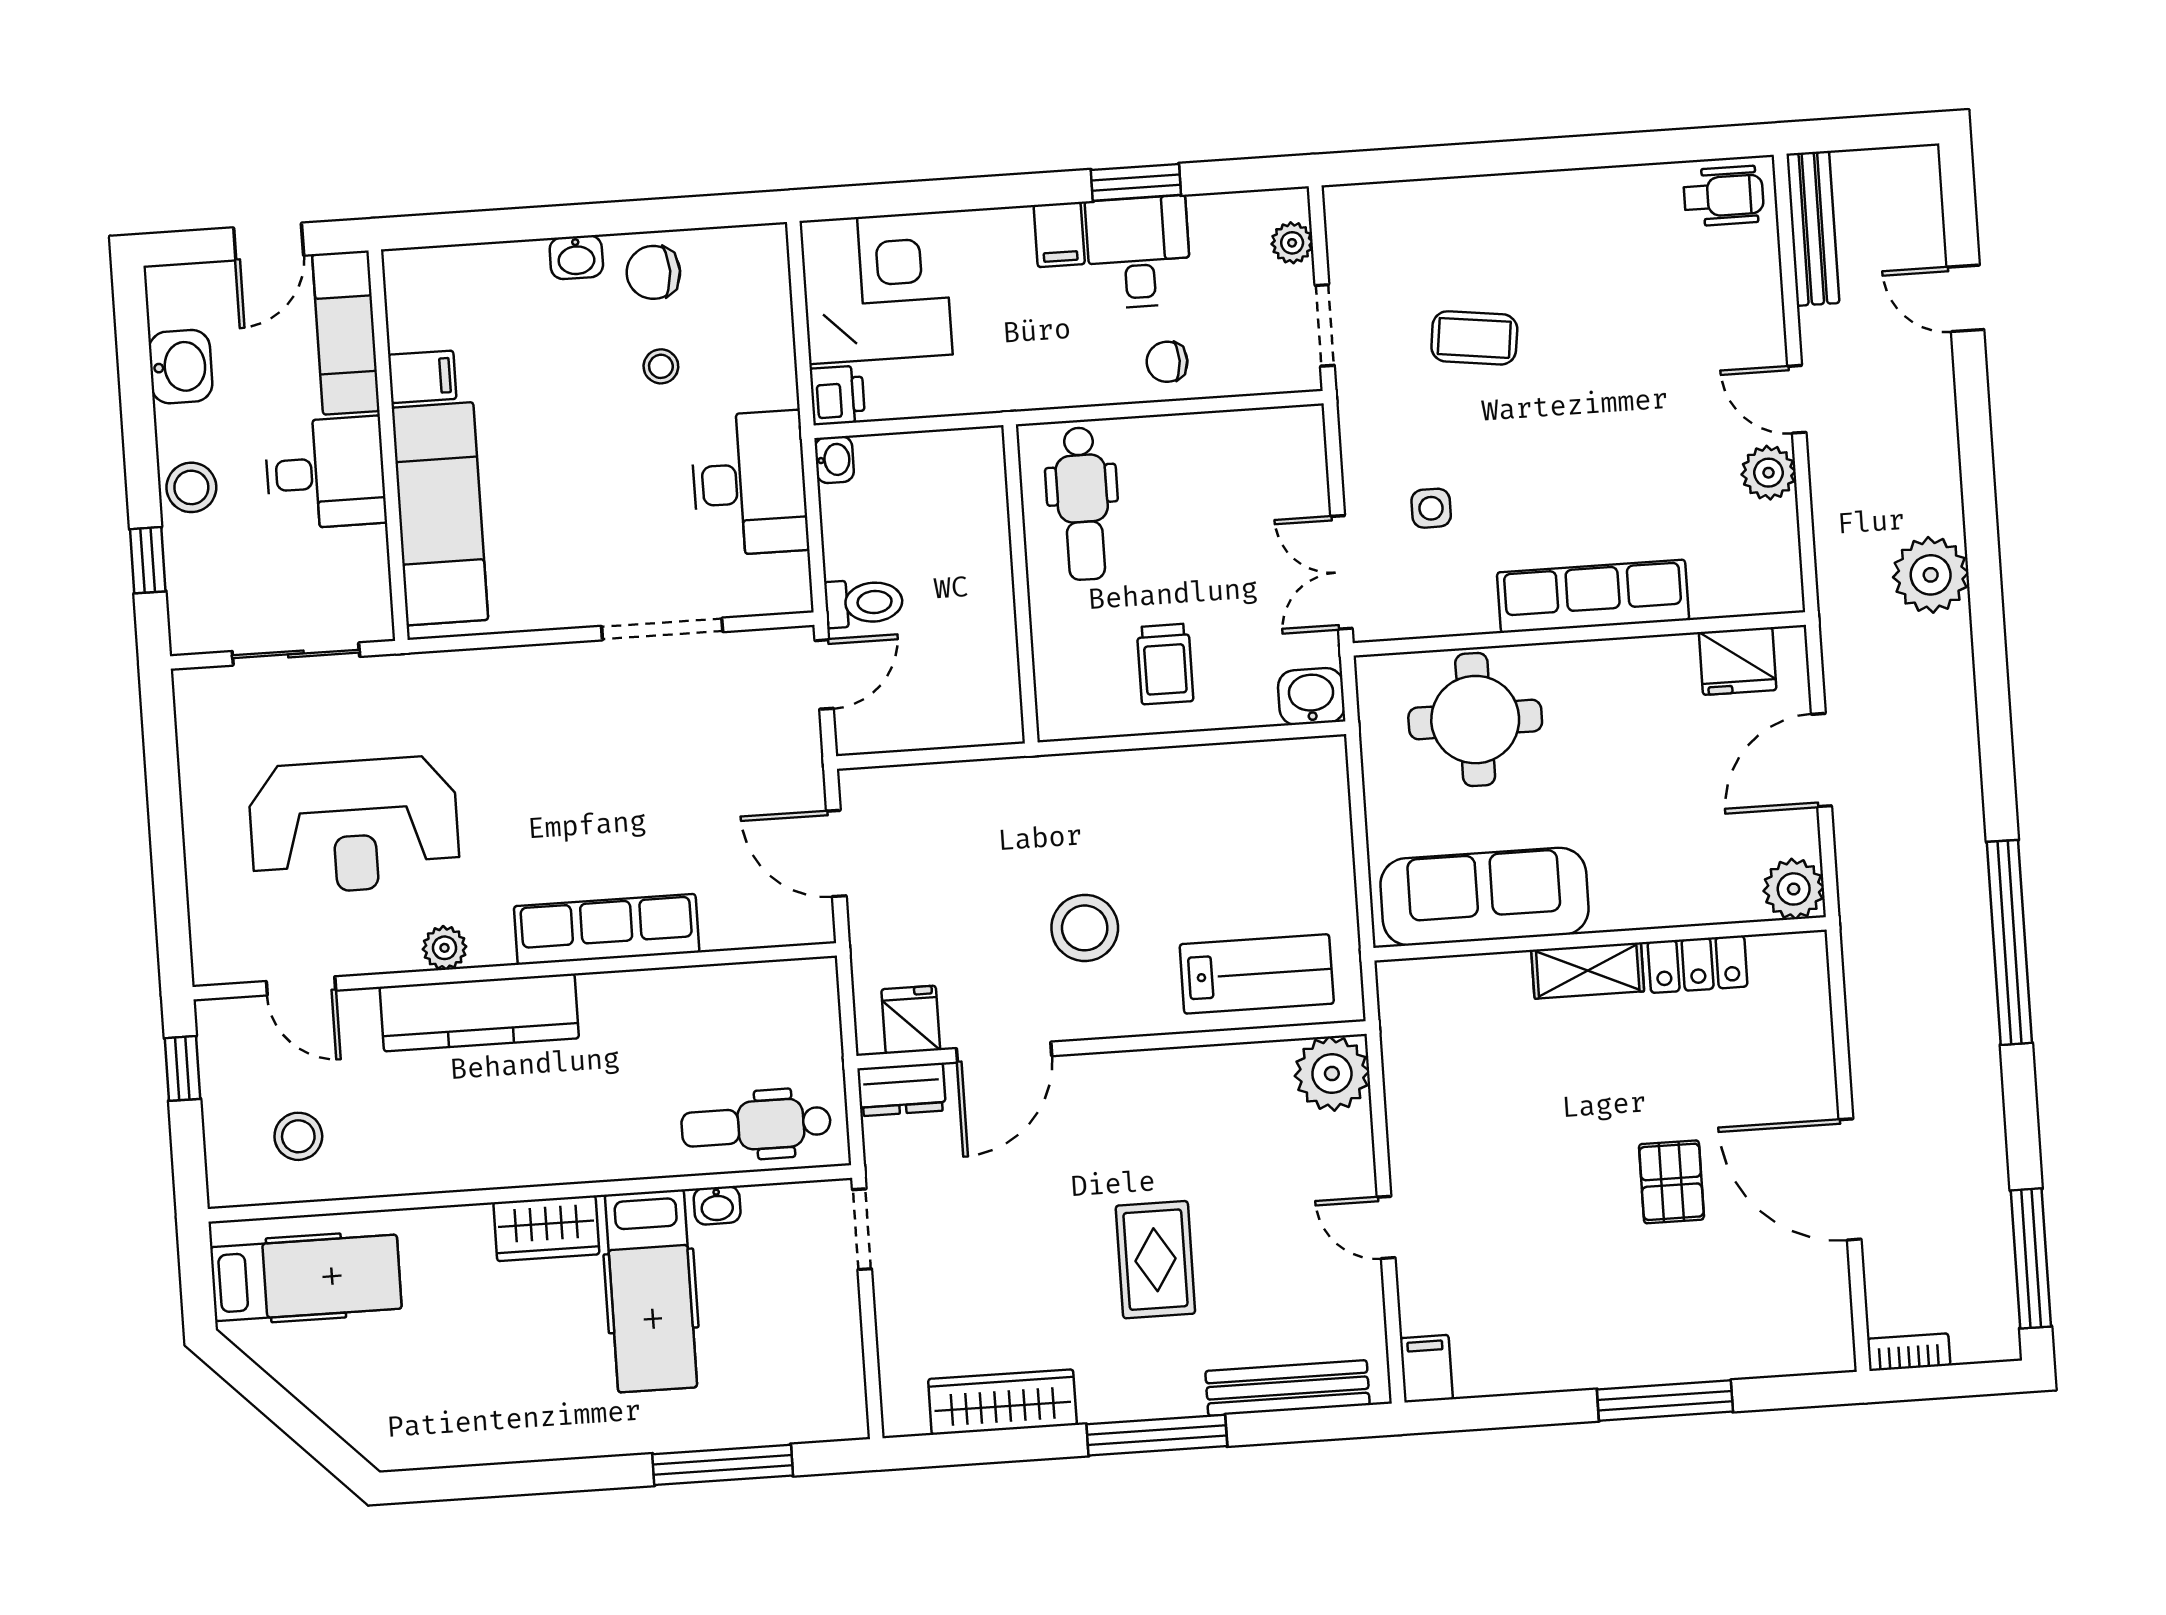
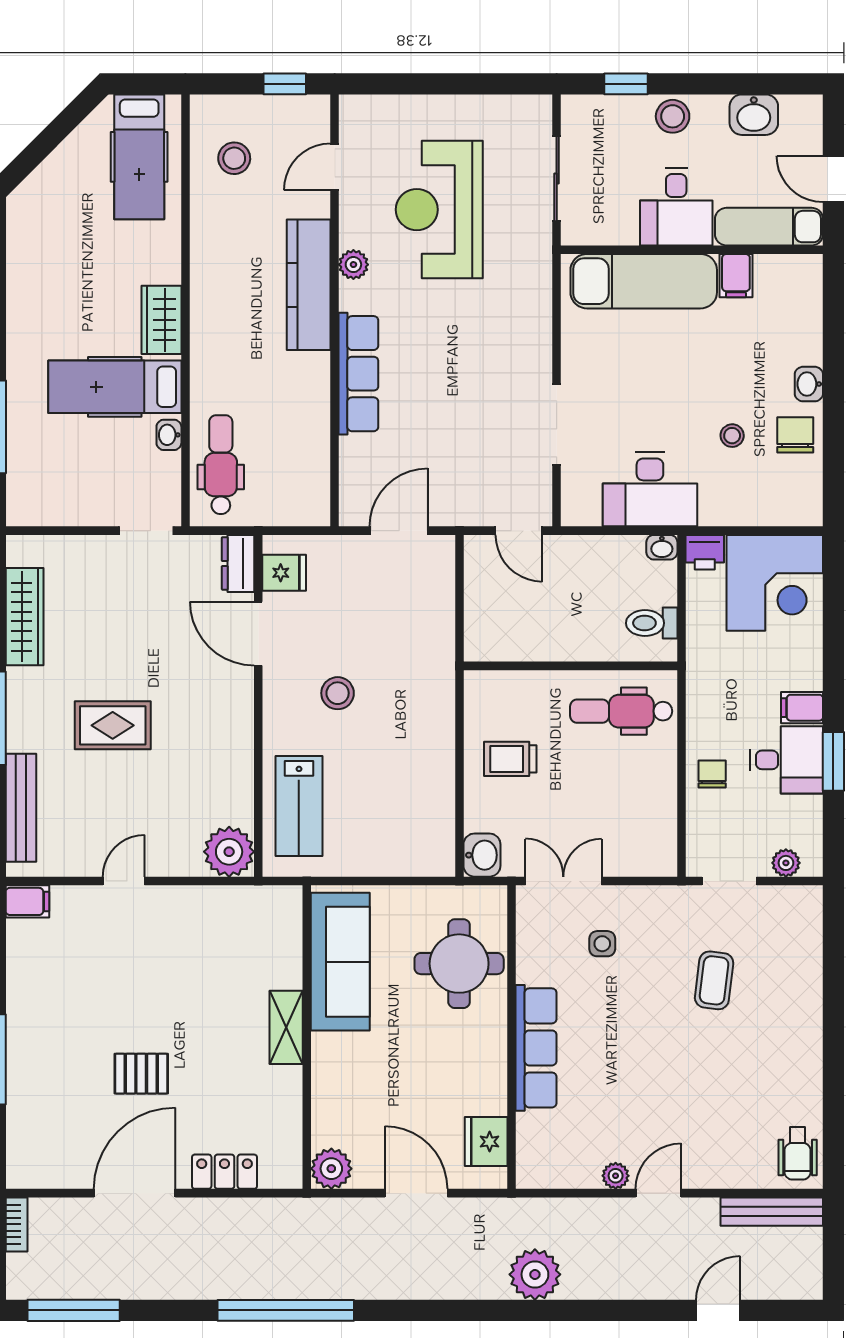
plant: (1768, 473) -> (616, 1176), width x0.73, depth x0.73
toilet: (864, 603) -> (652, 623), moved, turned 90
stool: (1085, 928) -> (338, 693), width x0.73, depth x0.73
locker: (1698, 964) -> (224, 1172), moved, turned 90

